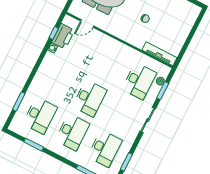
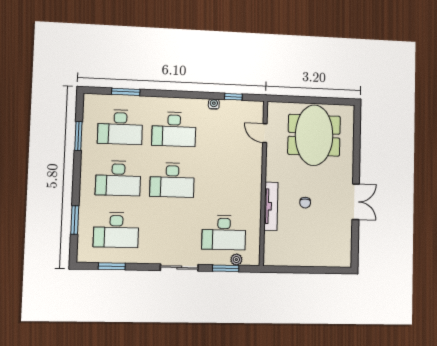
printer: (63, 36) -> (235, 110), removed
tv unit: (159, 54) -> (271, 206), moved
desk: (57, 82) -> (174, 129), added

